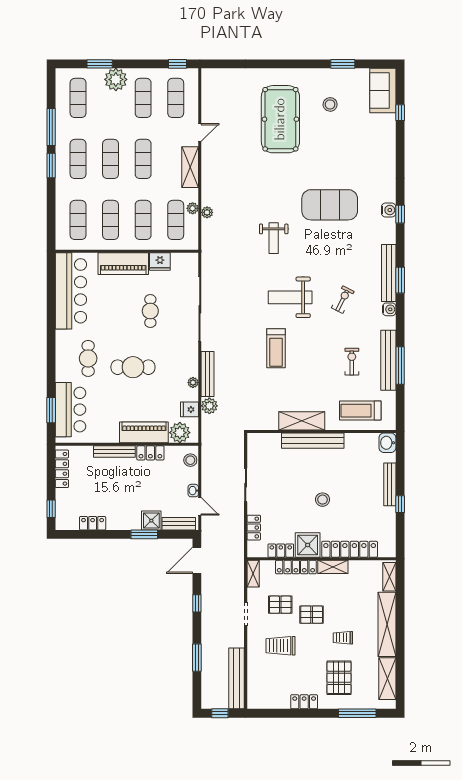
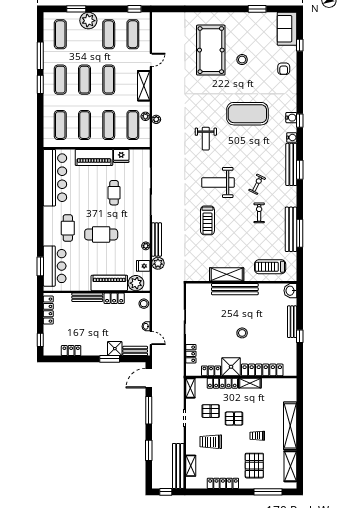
stool: (330, 104) -> (242, 60), moved
armchair: (378, 144) -> (284, 69), added
water cooler: (389, 309) -> (292, 138), moved
exercise bike: (352, 362) -> (259, 213), moved
shelving: (389, 577) -> (191, 466), moved
window: (197, 603) -> (149, 410), width x2.17
locker: (304, 702) -> (223, 483), width x1.53

